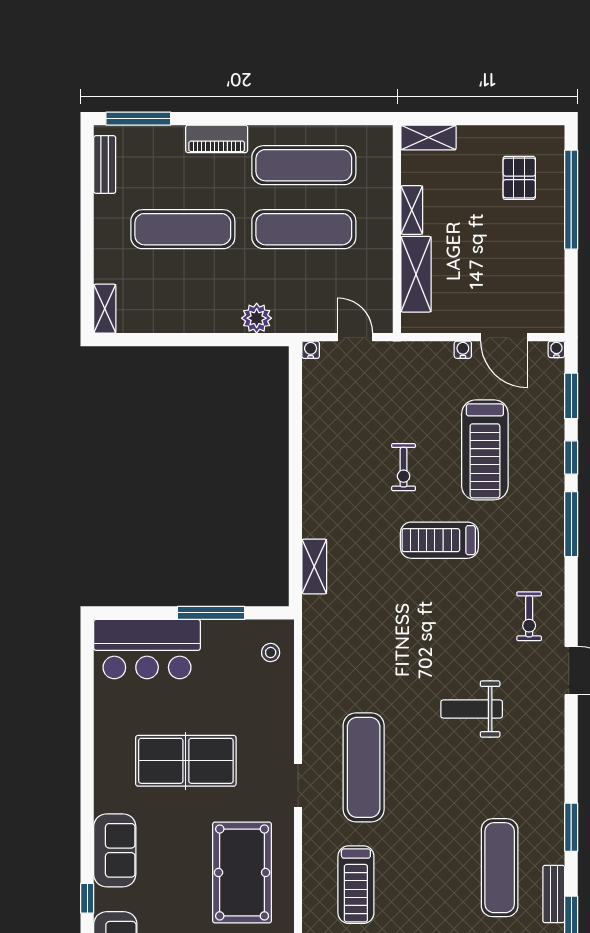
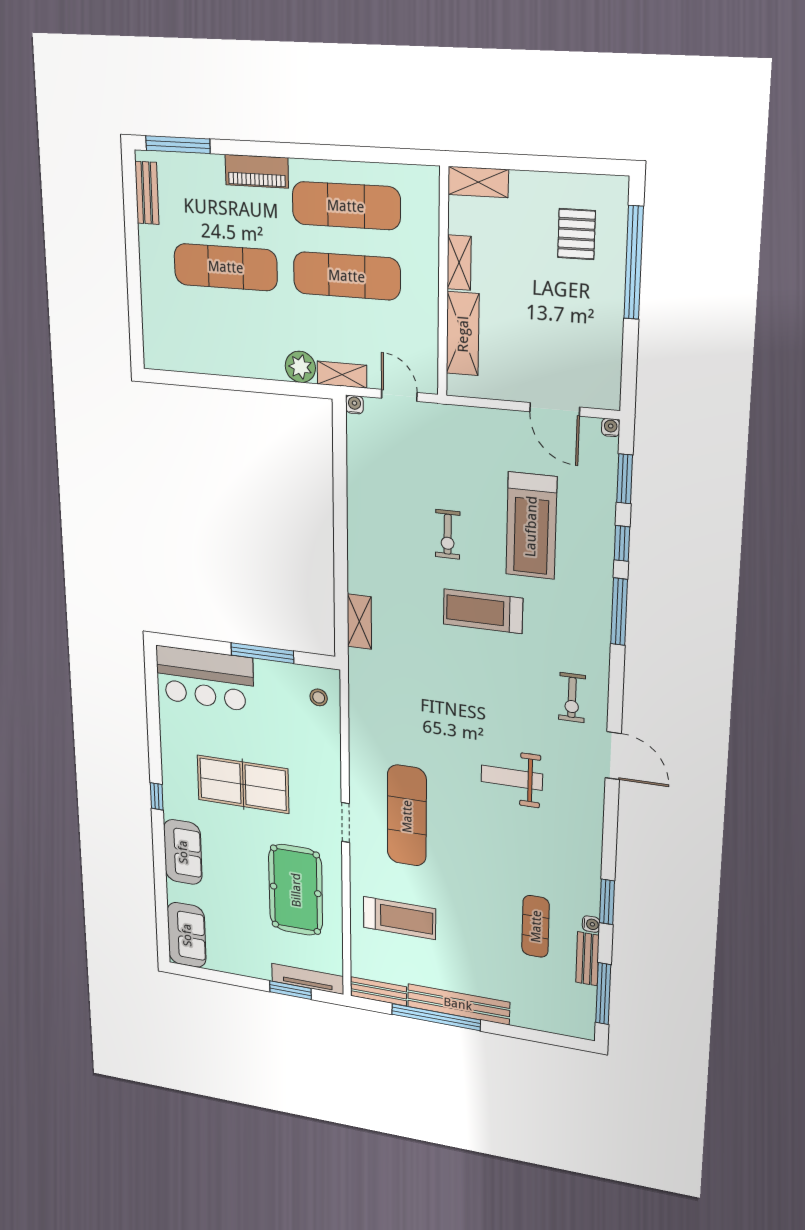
shelving: (105, 309) -> (342, 375), moved, turned 90
water cooler: (463, 350) -> (591, 924), moved, turned 90
exercise mat: (500, 868) -> (536, 926), width x0.73, depth x0.69
treadmill: (356, 885) -> (399, 918), turned -90
window: (87, 898) -> (157, 796), moved

